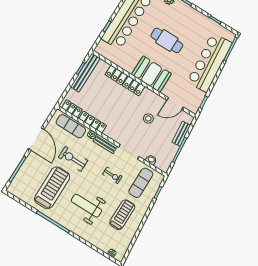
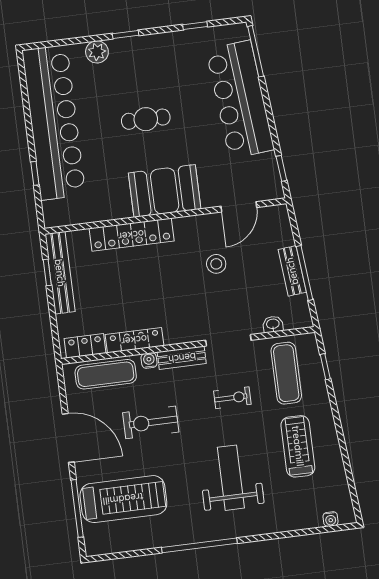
cafe table: (167, 40) -> (146, 119), width x0.73, depth x0.74
bench: (181, 134) -> (292, 271), moved
treadmill: (52, 188) -> (123, 499), moved, turned 90
weight bench: (86, 206) -> (231, 478), turned 90

